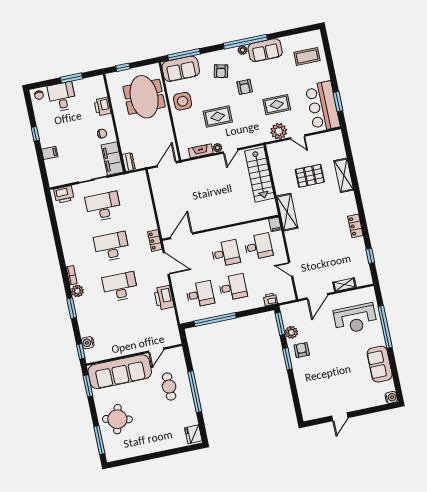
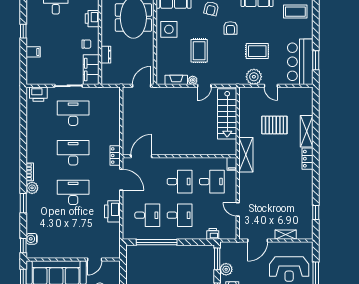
rug: (218, 117) -> (199, 51), turned 90
dresser: (129, 162) -> (106, 55), moved
locker: (355, 226) -> (308, 159), moved

